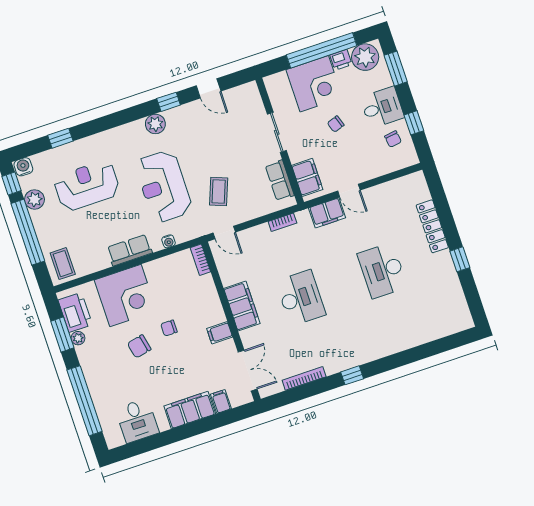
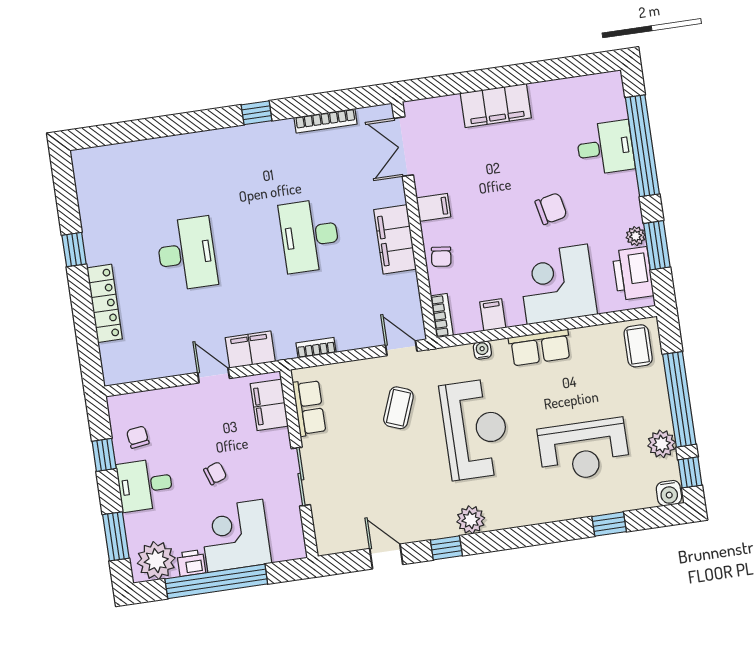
chair: (169, 328) -> (441, 257), moved, turned 97
filing cabinet: (221, 401) -> (493, 315), moved, turned 180
desk: (137, 421) -> (605, 148), moved, turned 90

